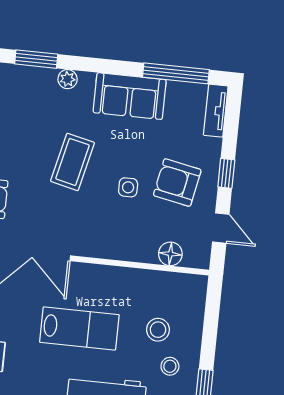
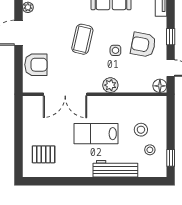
plant: (113, 247) -> (110, 85), added
floor lamp: (170, 254) -> (160, 86), moved
lab bench: (79, 328) -> (96, 134), turned 180

